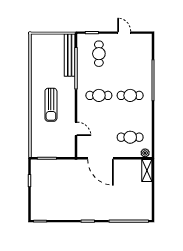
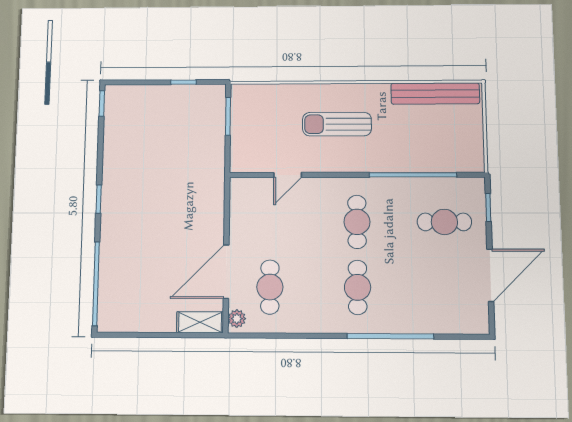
door: (124, 33) -> (490, 275), width x1.88
bench: (70, 55) -> (435, 94), moved
door: (100, 158) -> (226, 272), moved

